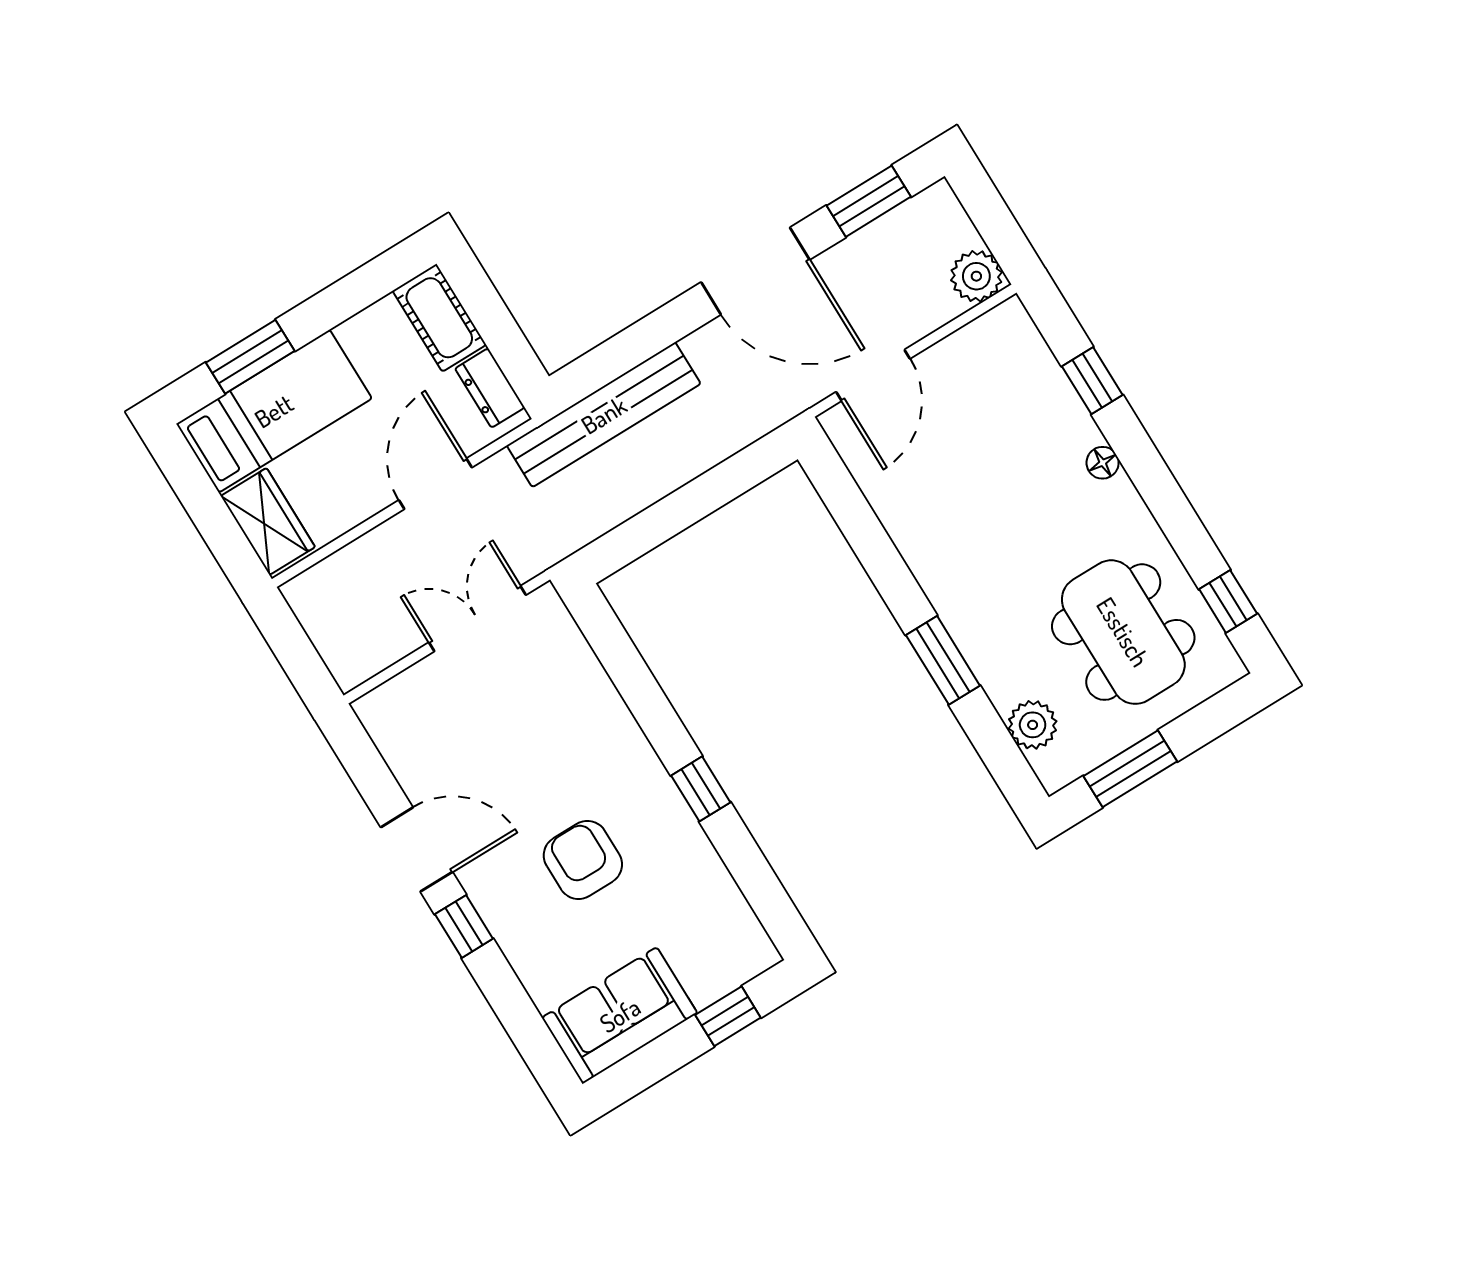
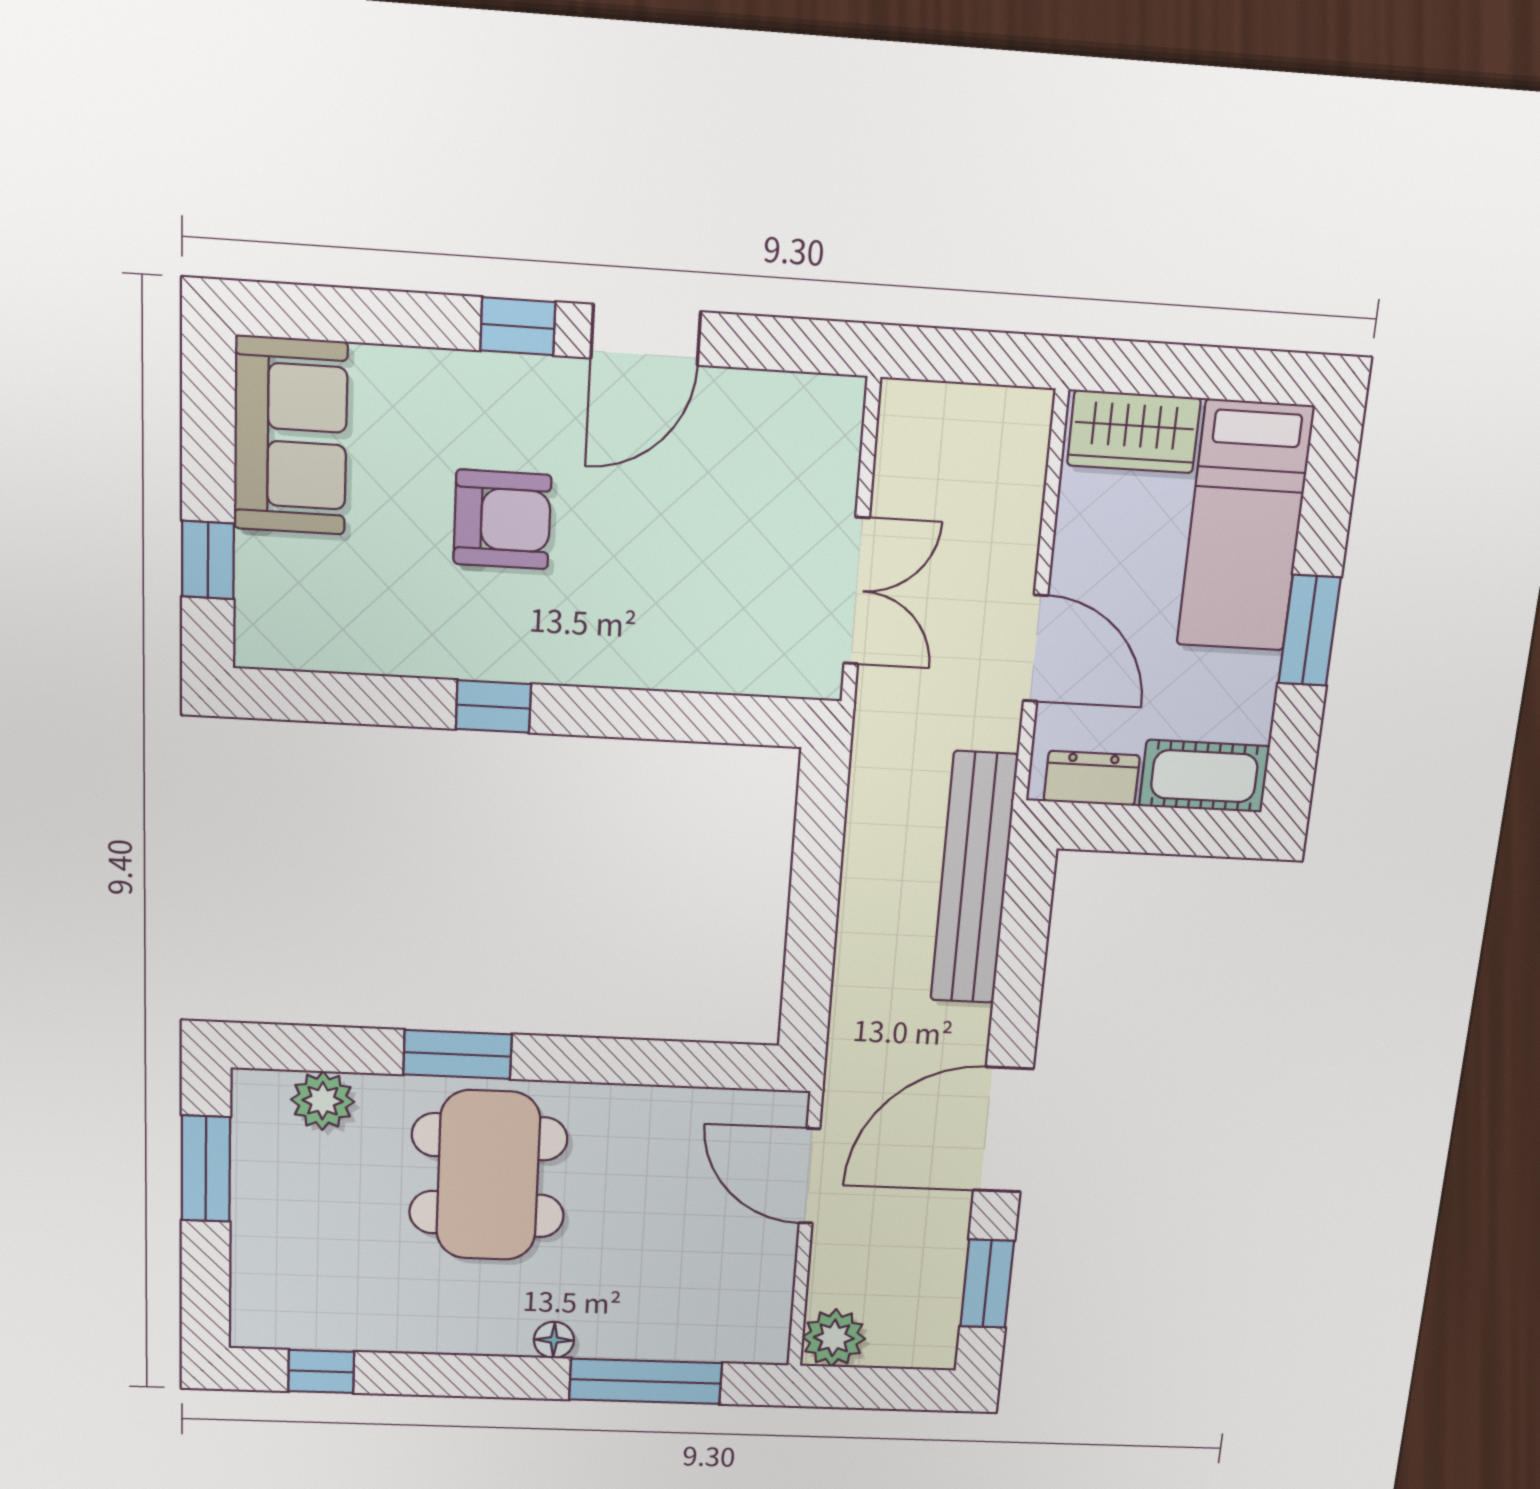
window: (250, 357) -> (1309, 630), moved
window: (1092, 381) -> (646, 1381), width x2.17
dining table: (1123, 632) -> (488, 1176), moved, turned 90

